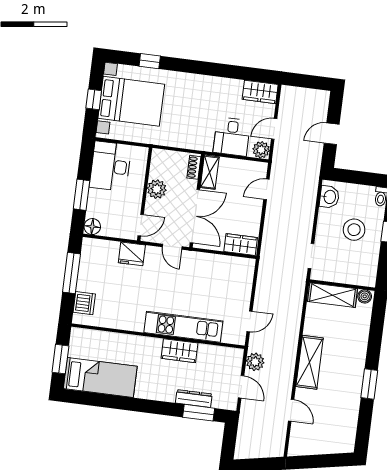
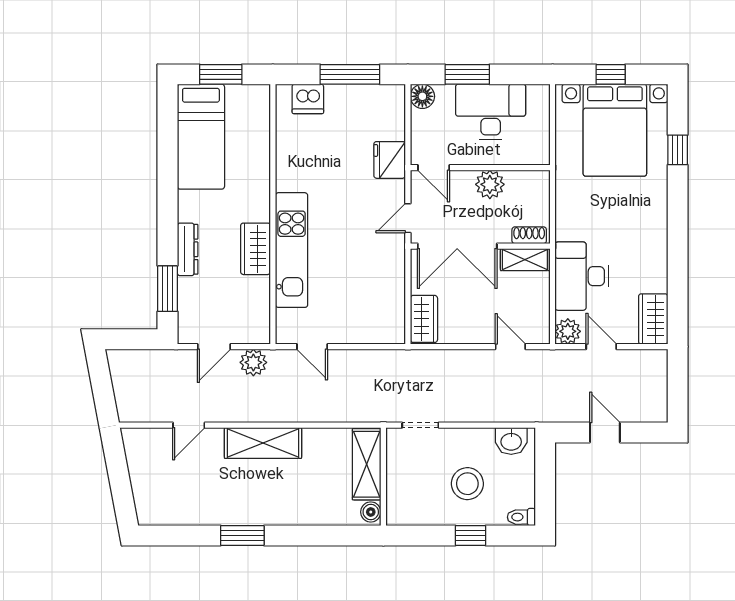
desk: (232, 137) -> (582, 276), width x1.37
desk: (110, 166) -> (491, 112), moved
dresser: (194, 398) -> (188, 249), moved

